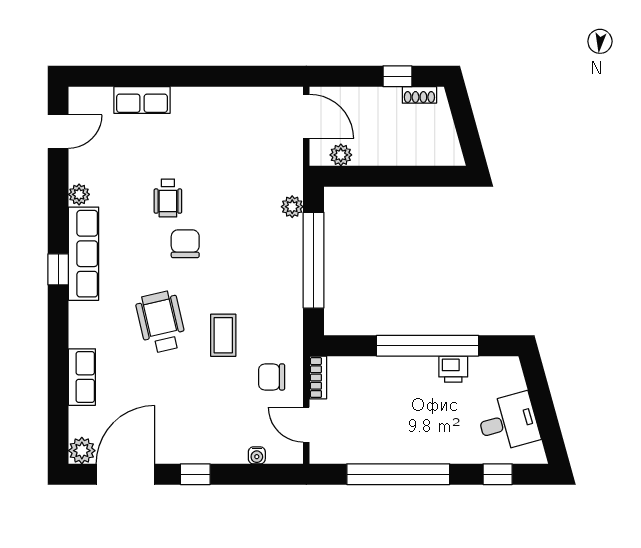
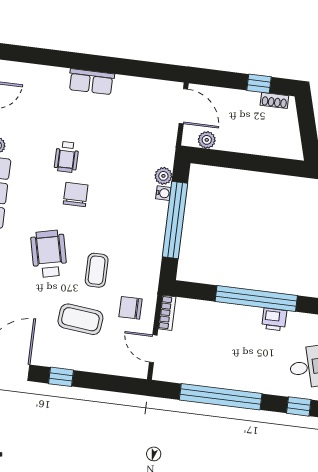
row of seats: (142, 100) -> (91, 82), moved
coffee table: (211, 399) -> (80, 319), added
water cooler: (257, 455) -> (163, 193), moved, turned -90

